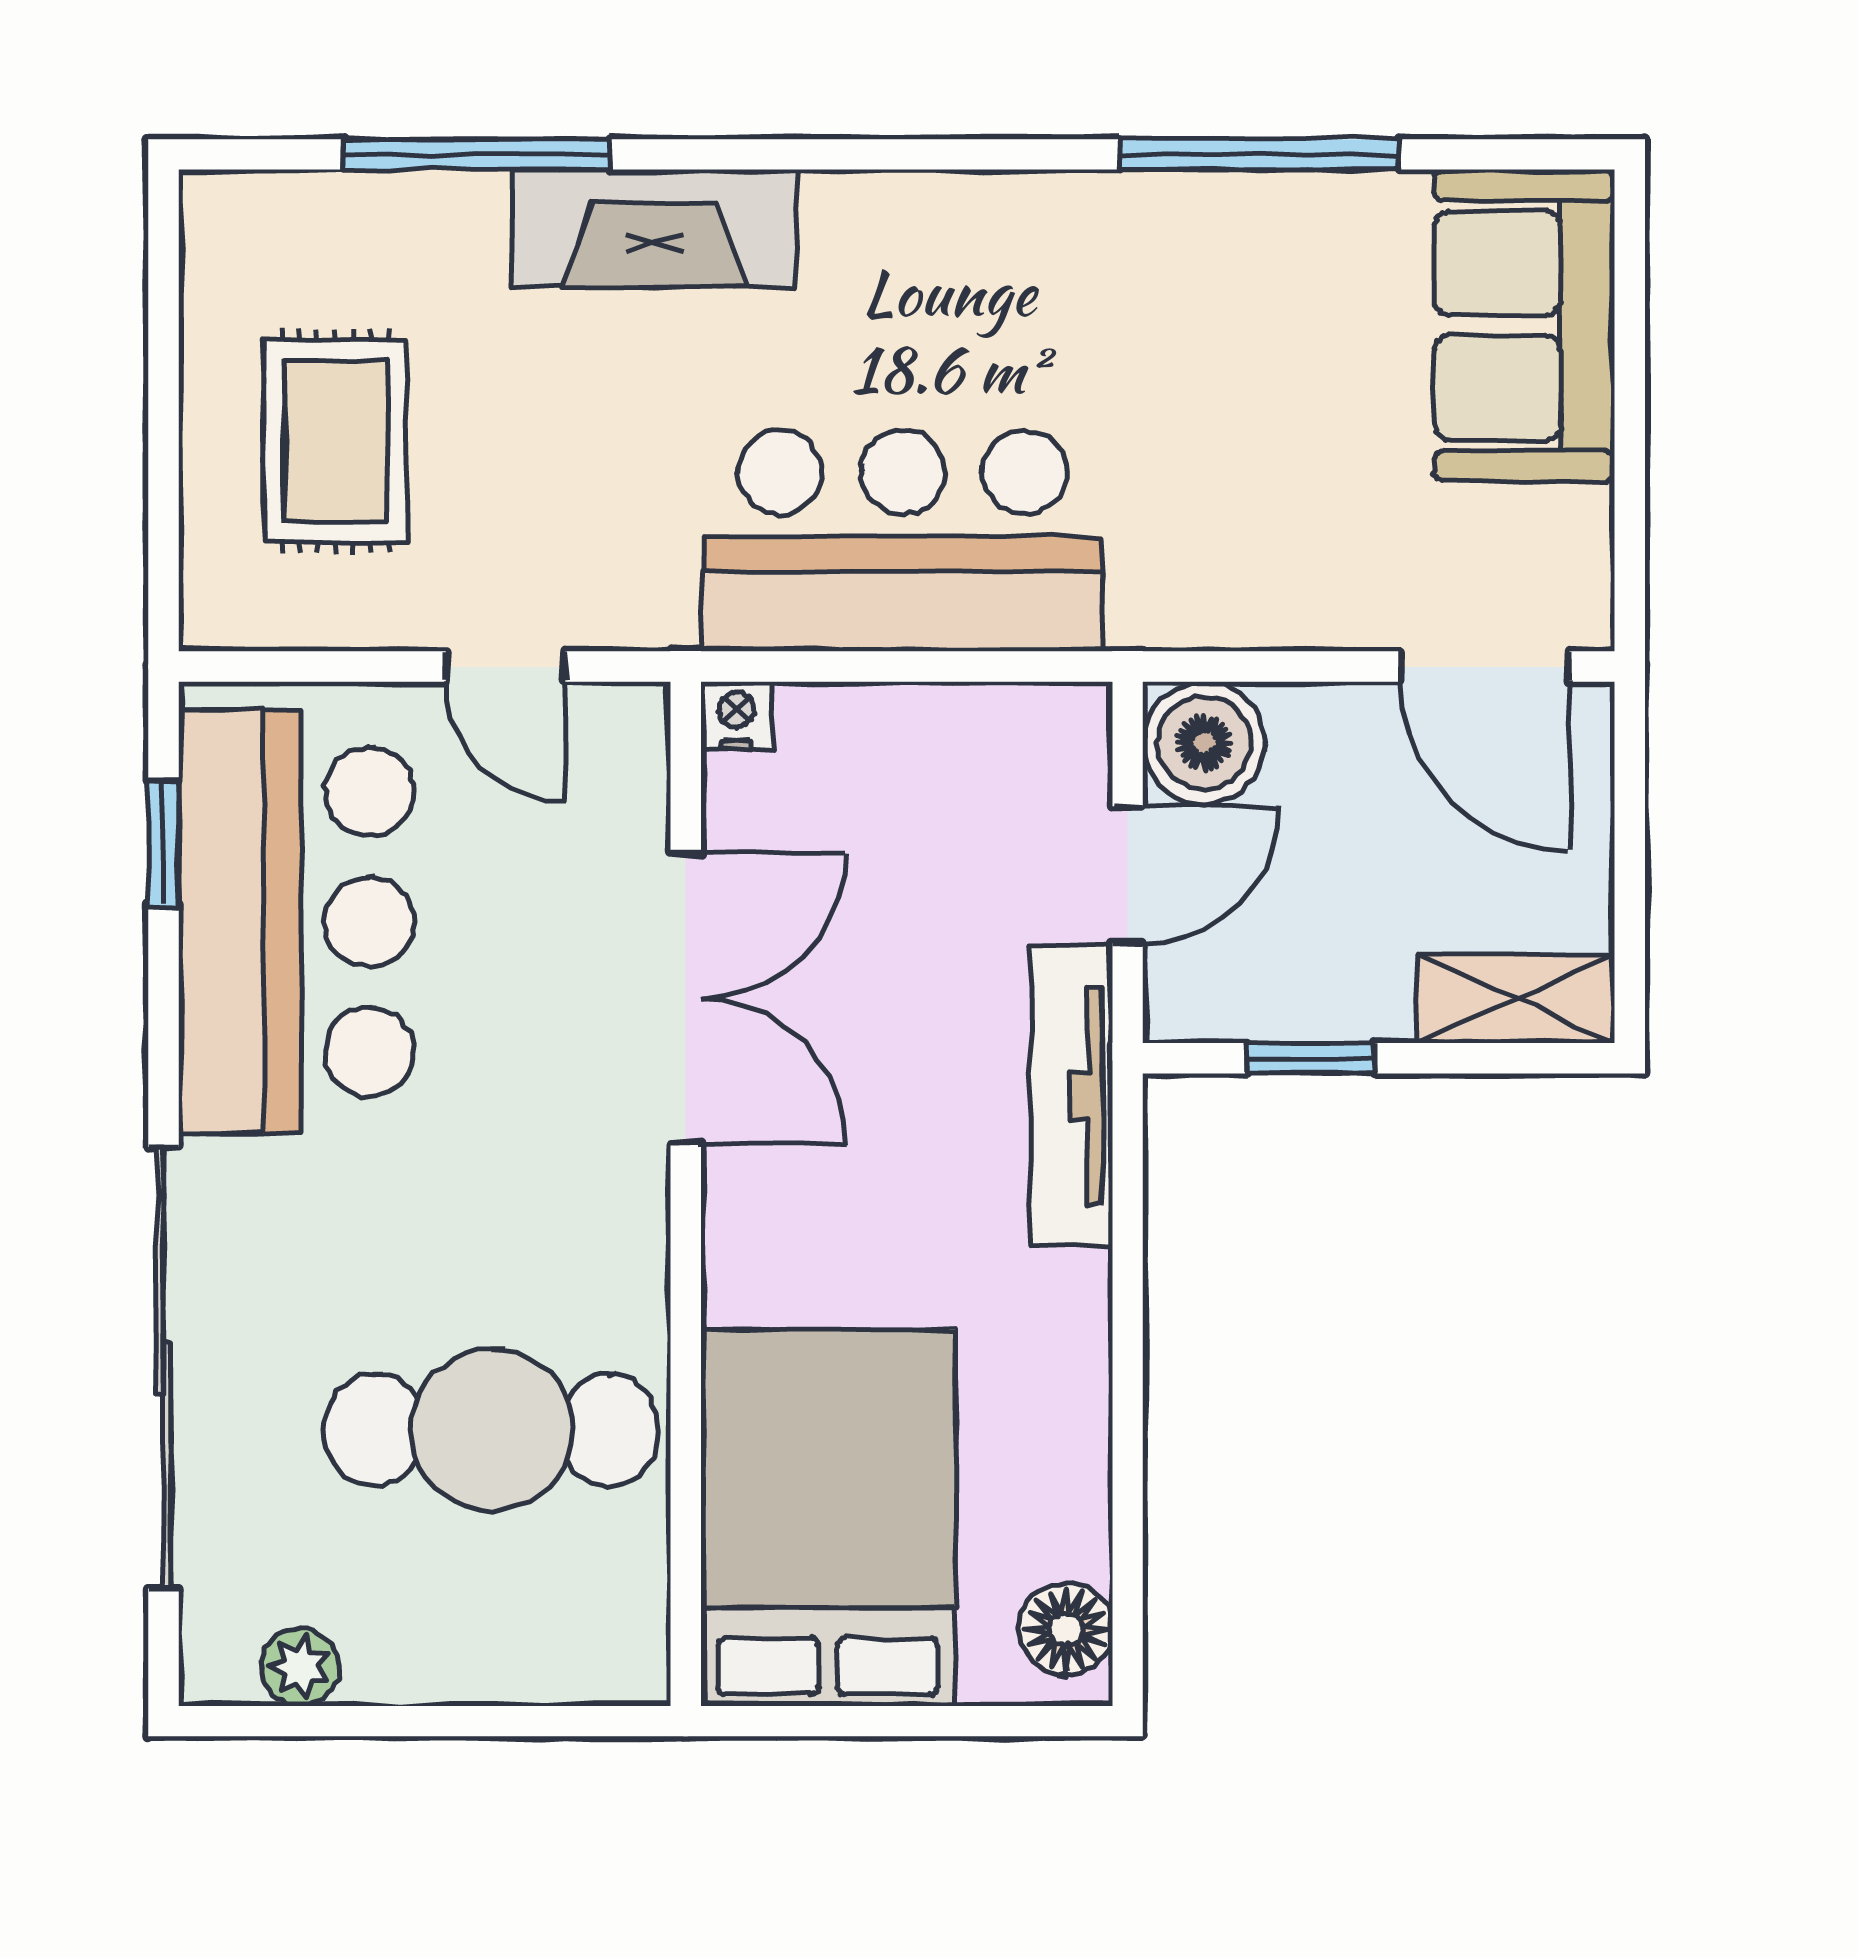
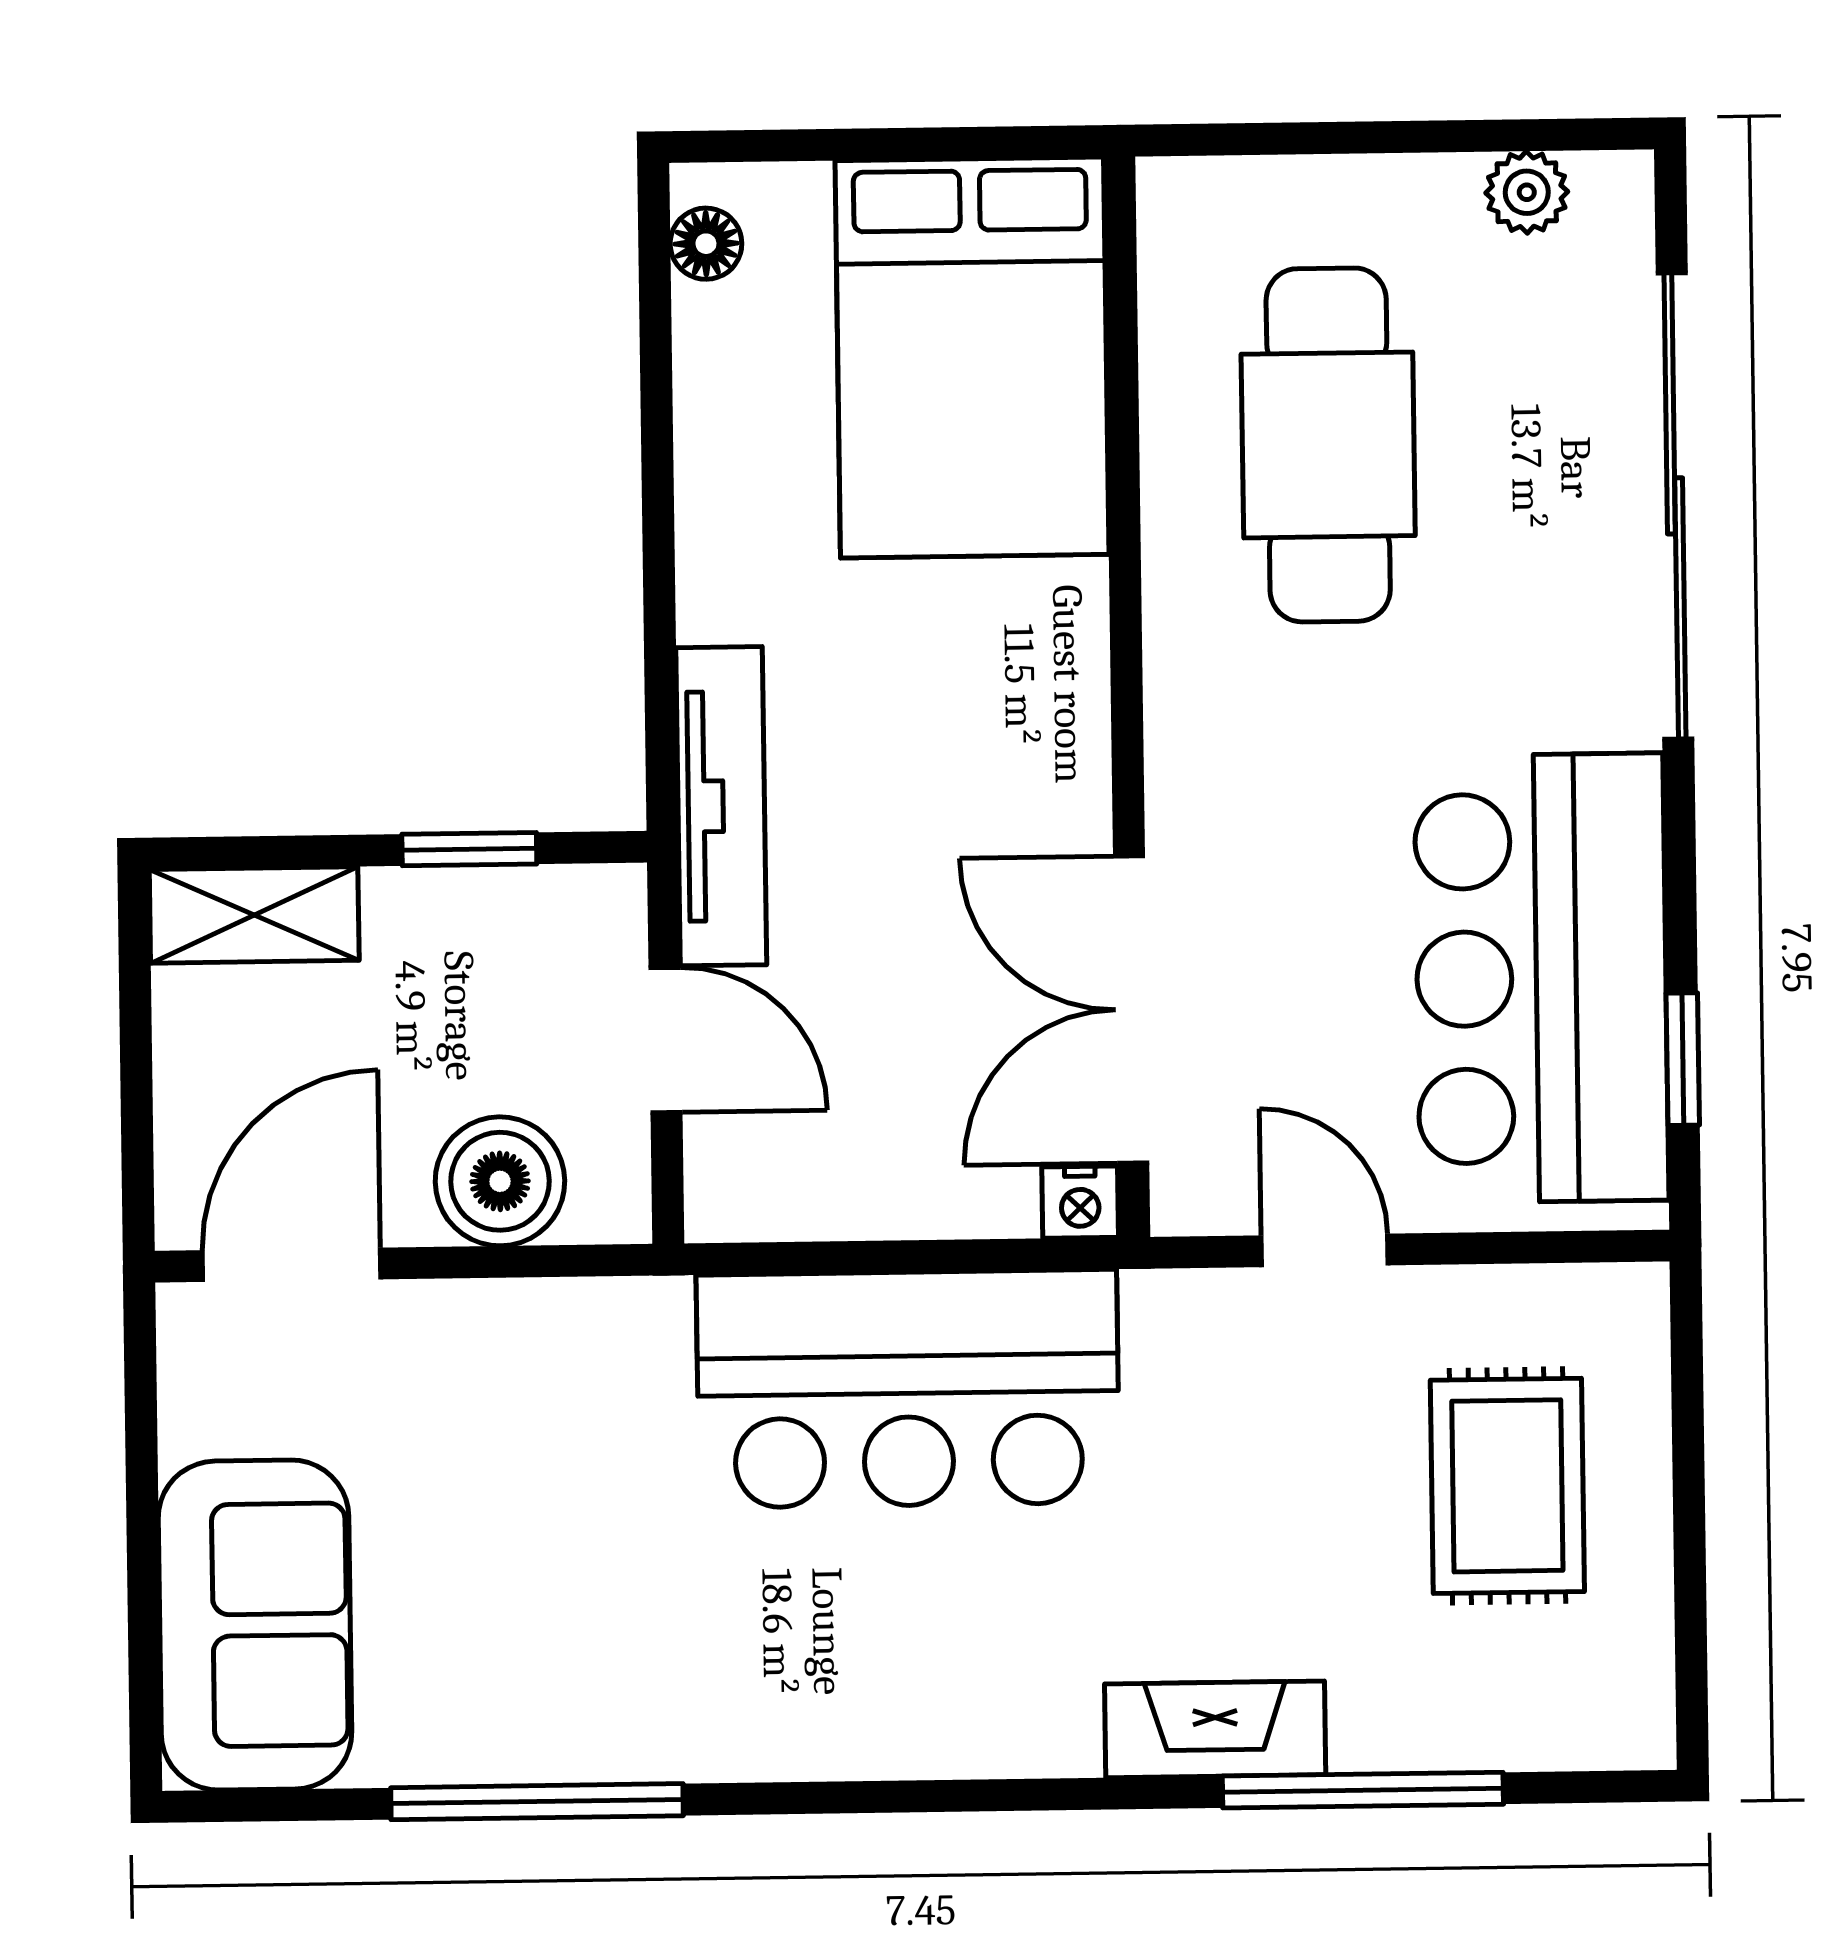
fireplace: (654, 228) -> (1215, 1729), width x0.73, depth x0.76
door: (1485, 667) -> (292, 1265), hinge flipped
boiler: (1204, 743) -> (500, 1181), moved
door: (1128, 875) -> (665, 1040), swing flipped
double door: (686, 998) -> (1131, 1010), moved
cafe table: (491, 1430) -> (1328, 445), turned 90
floor lamp: (1066, 1629) -> (706, 244), width x0.73, depth x0.73

